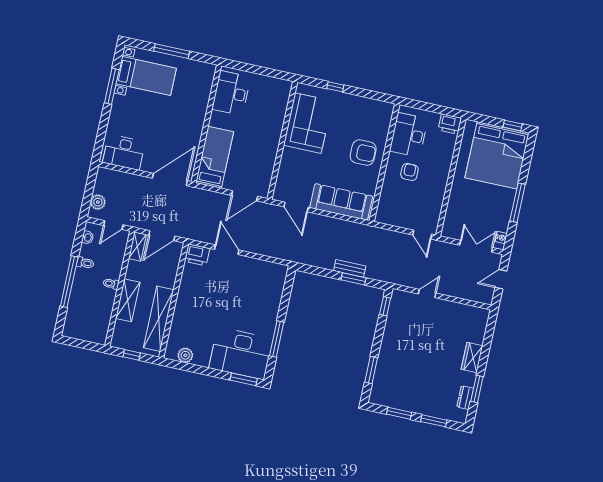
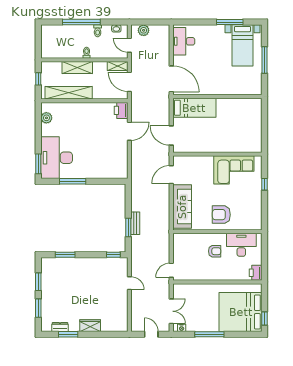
desk: (231, 93) -> (244, 110), removed
armchair: (363, 153) -> (221, 215), turned 90

